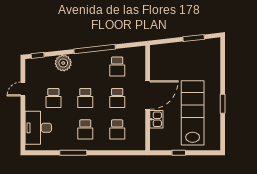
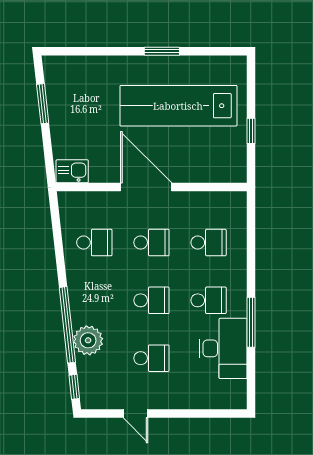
window: (95, 49) -> (67, 325), moved
kitchen sink: (156, 119) -> (72, 171), moved
desk: (38, 128) -> (223, 348), moved, turned -90

